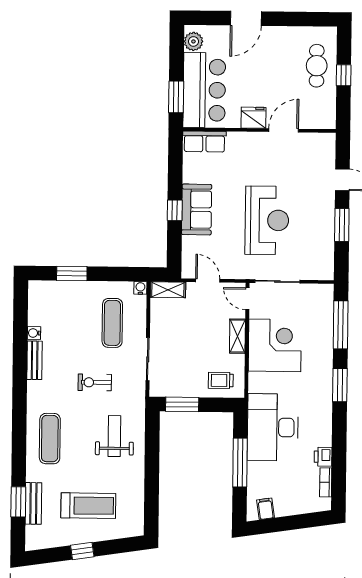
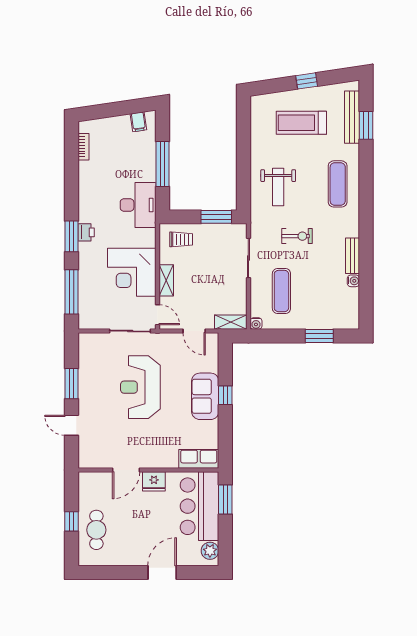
desk: (273, 427) -> (138, 205), width x0.73, depth x0.77
printer: (323, 457) -> (86, 232), moved
bench: (33, 503) -> (352, 117), width x1.36

